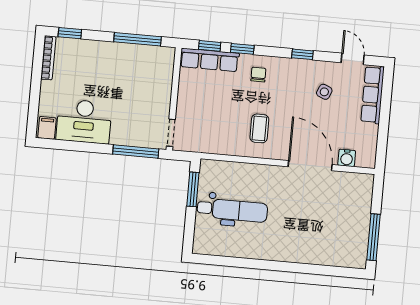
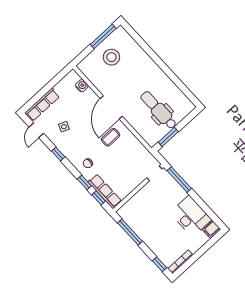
door: (310, 166) -> (111, 107), moved
stool: (342, 222) -> (111, 57), added

